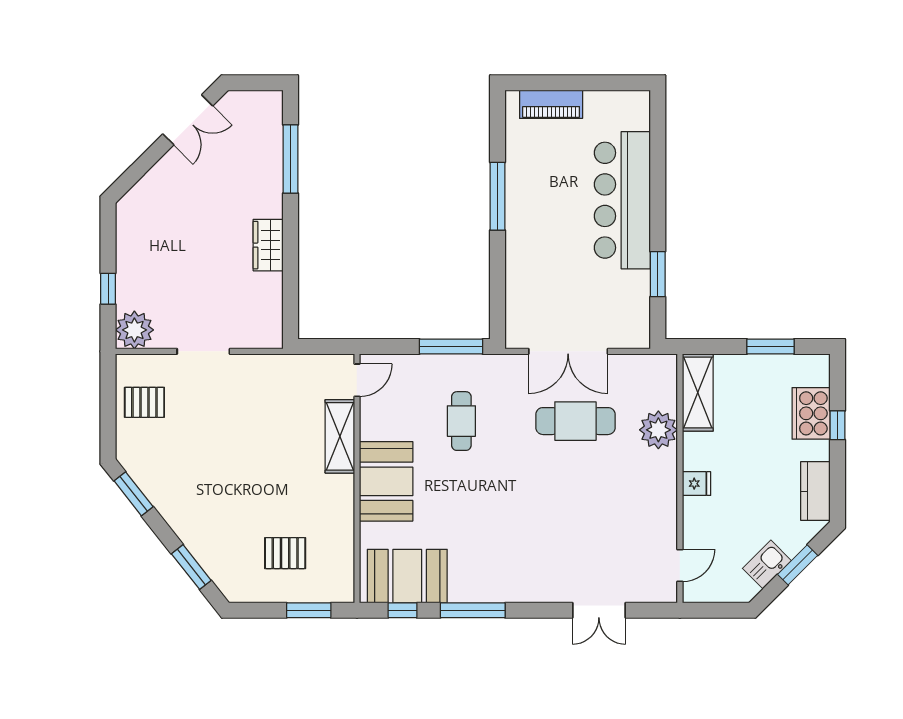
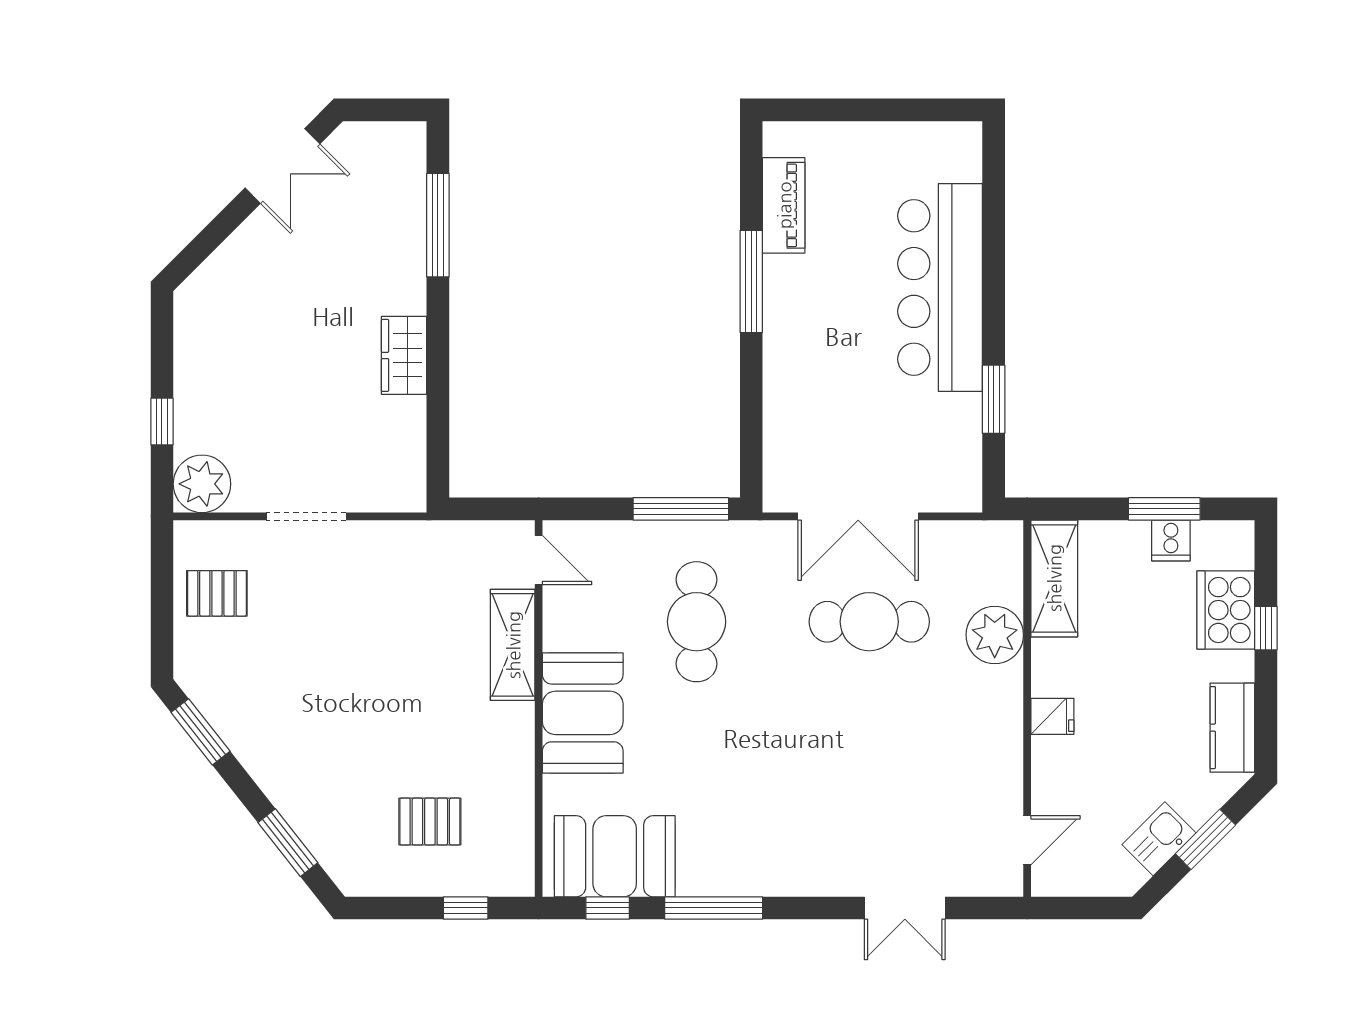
piano: (551, 104) -> (784, 205), moved, turned -90
cooker: (775, 367) -> (1171, 540), added
door: (357, 380) -> (539, 560), hinge flipped
cafe table: (461, 421) -> (697, 622), width x1.37, depth x1.35
window: (309, 610) -> (466, 908), width x0.67

